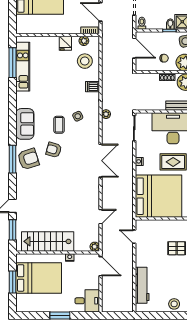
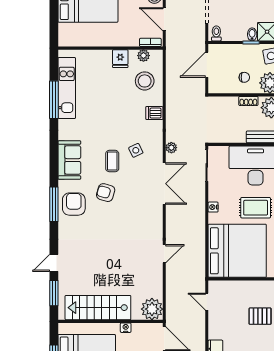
door: (134, 48) -> (207, 65), swing flipped
window: (13, 63) -> (54, 100), moved
armchair: (28, 159) -> (74, 204), turned -72
double door: (100, 161) -> (164, 184), moved
door: (100, 217) -> (164, 254), moved
plant: (95, 247) -> (152, 309), width x1.88, depth x1.88

